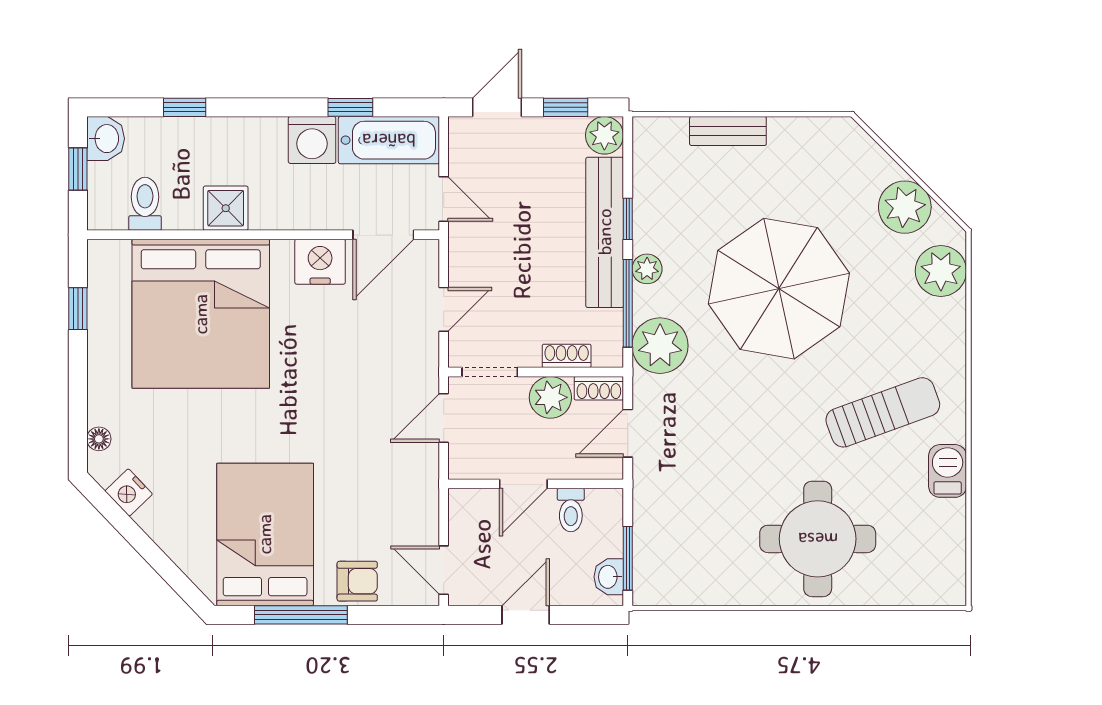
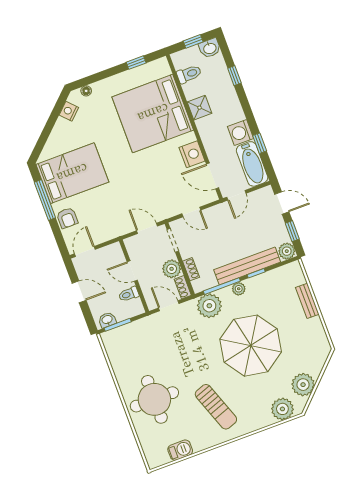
barbecue: (948, 471) -> (180, 450), moved

